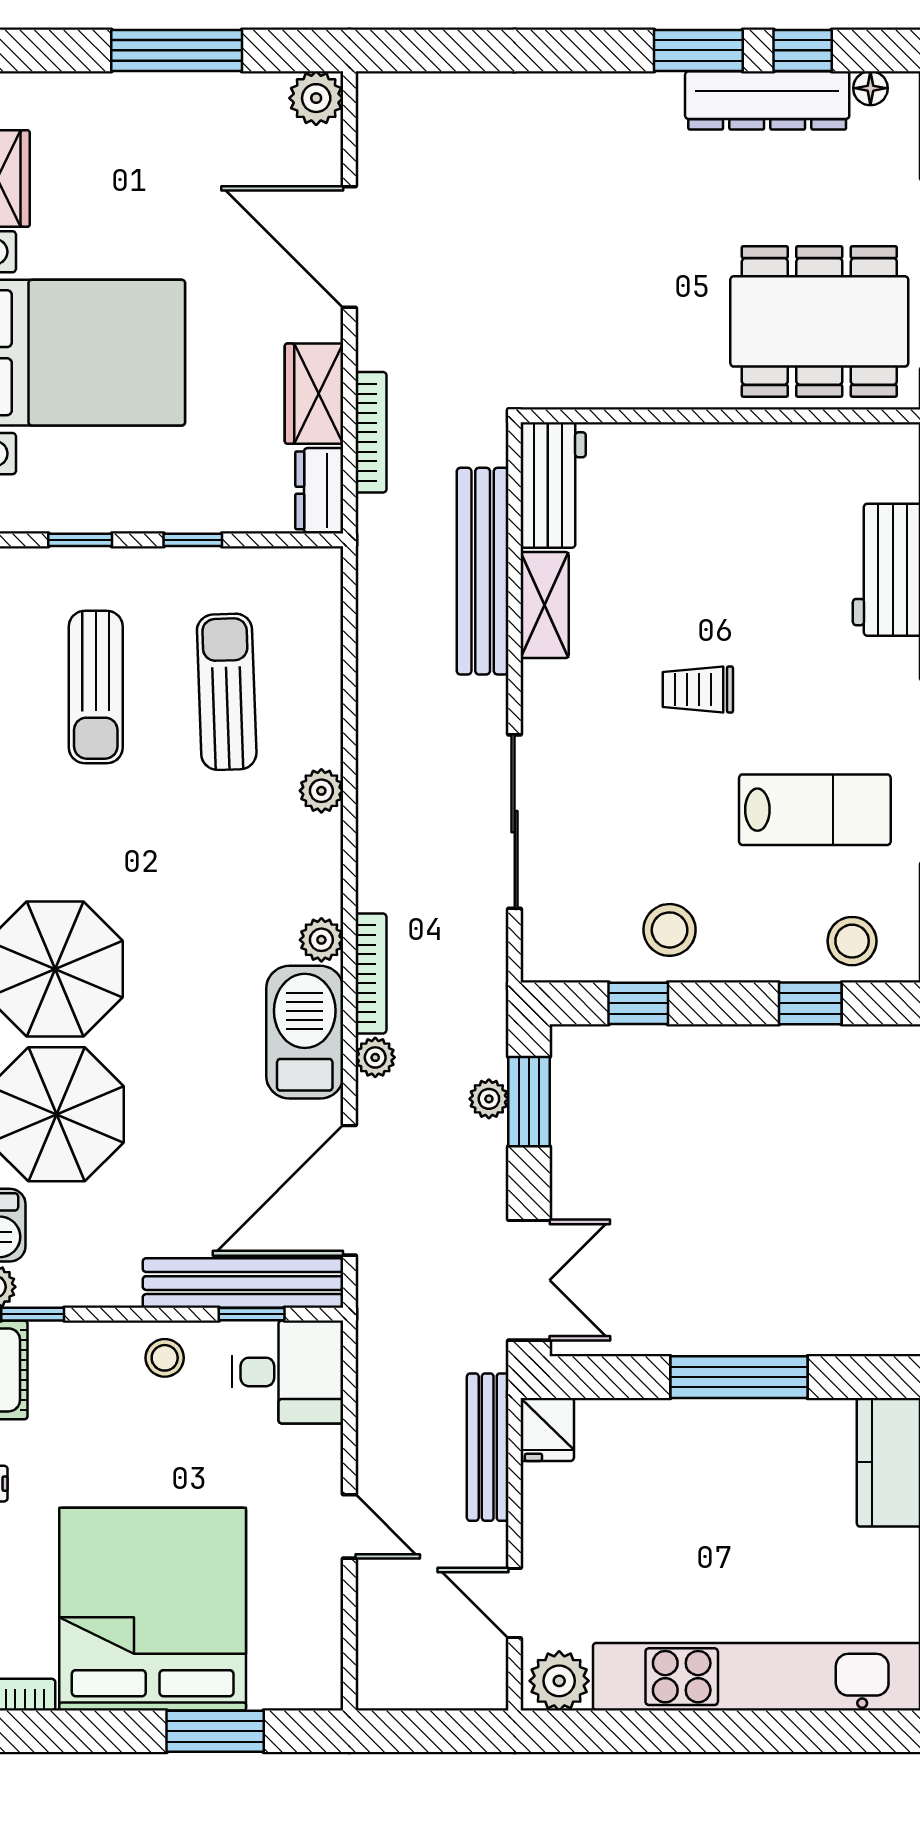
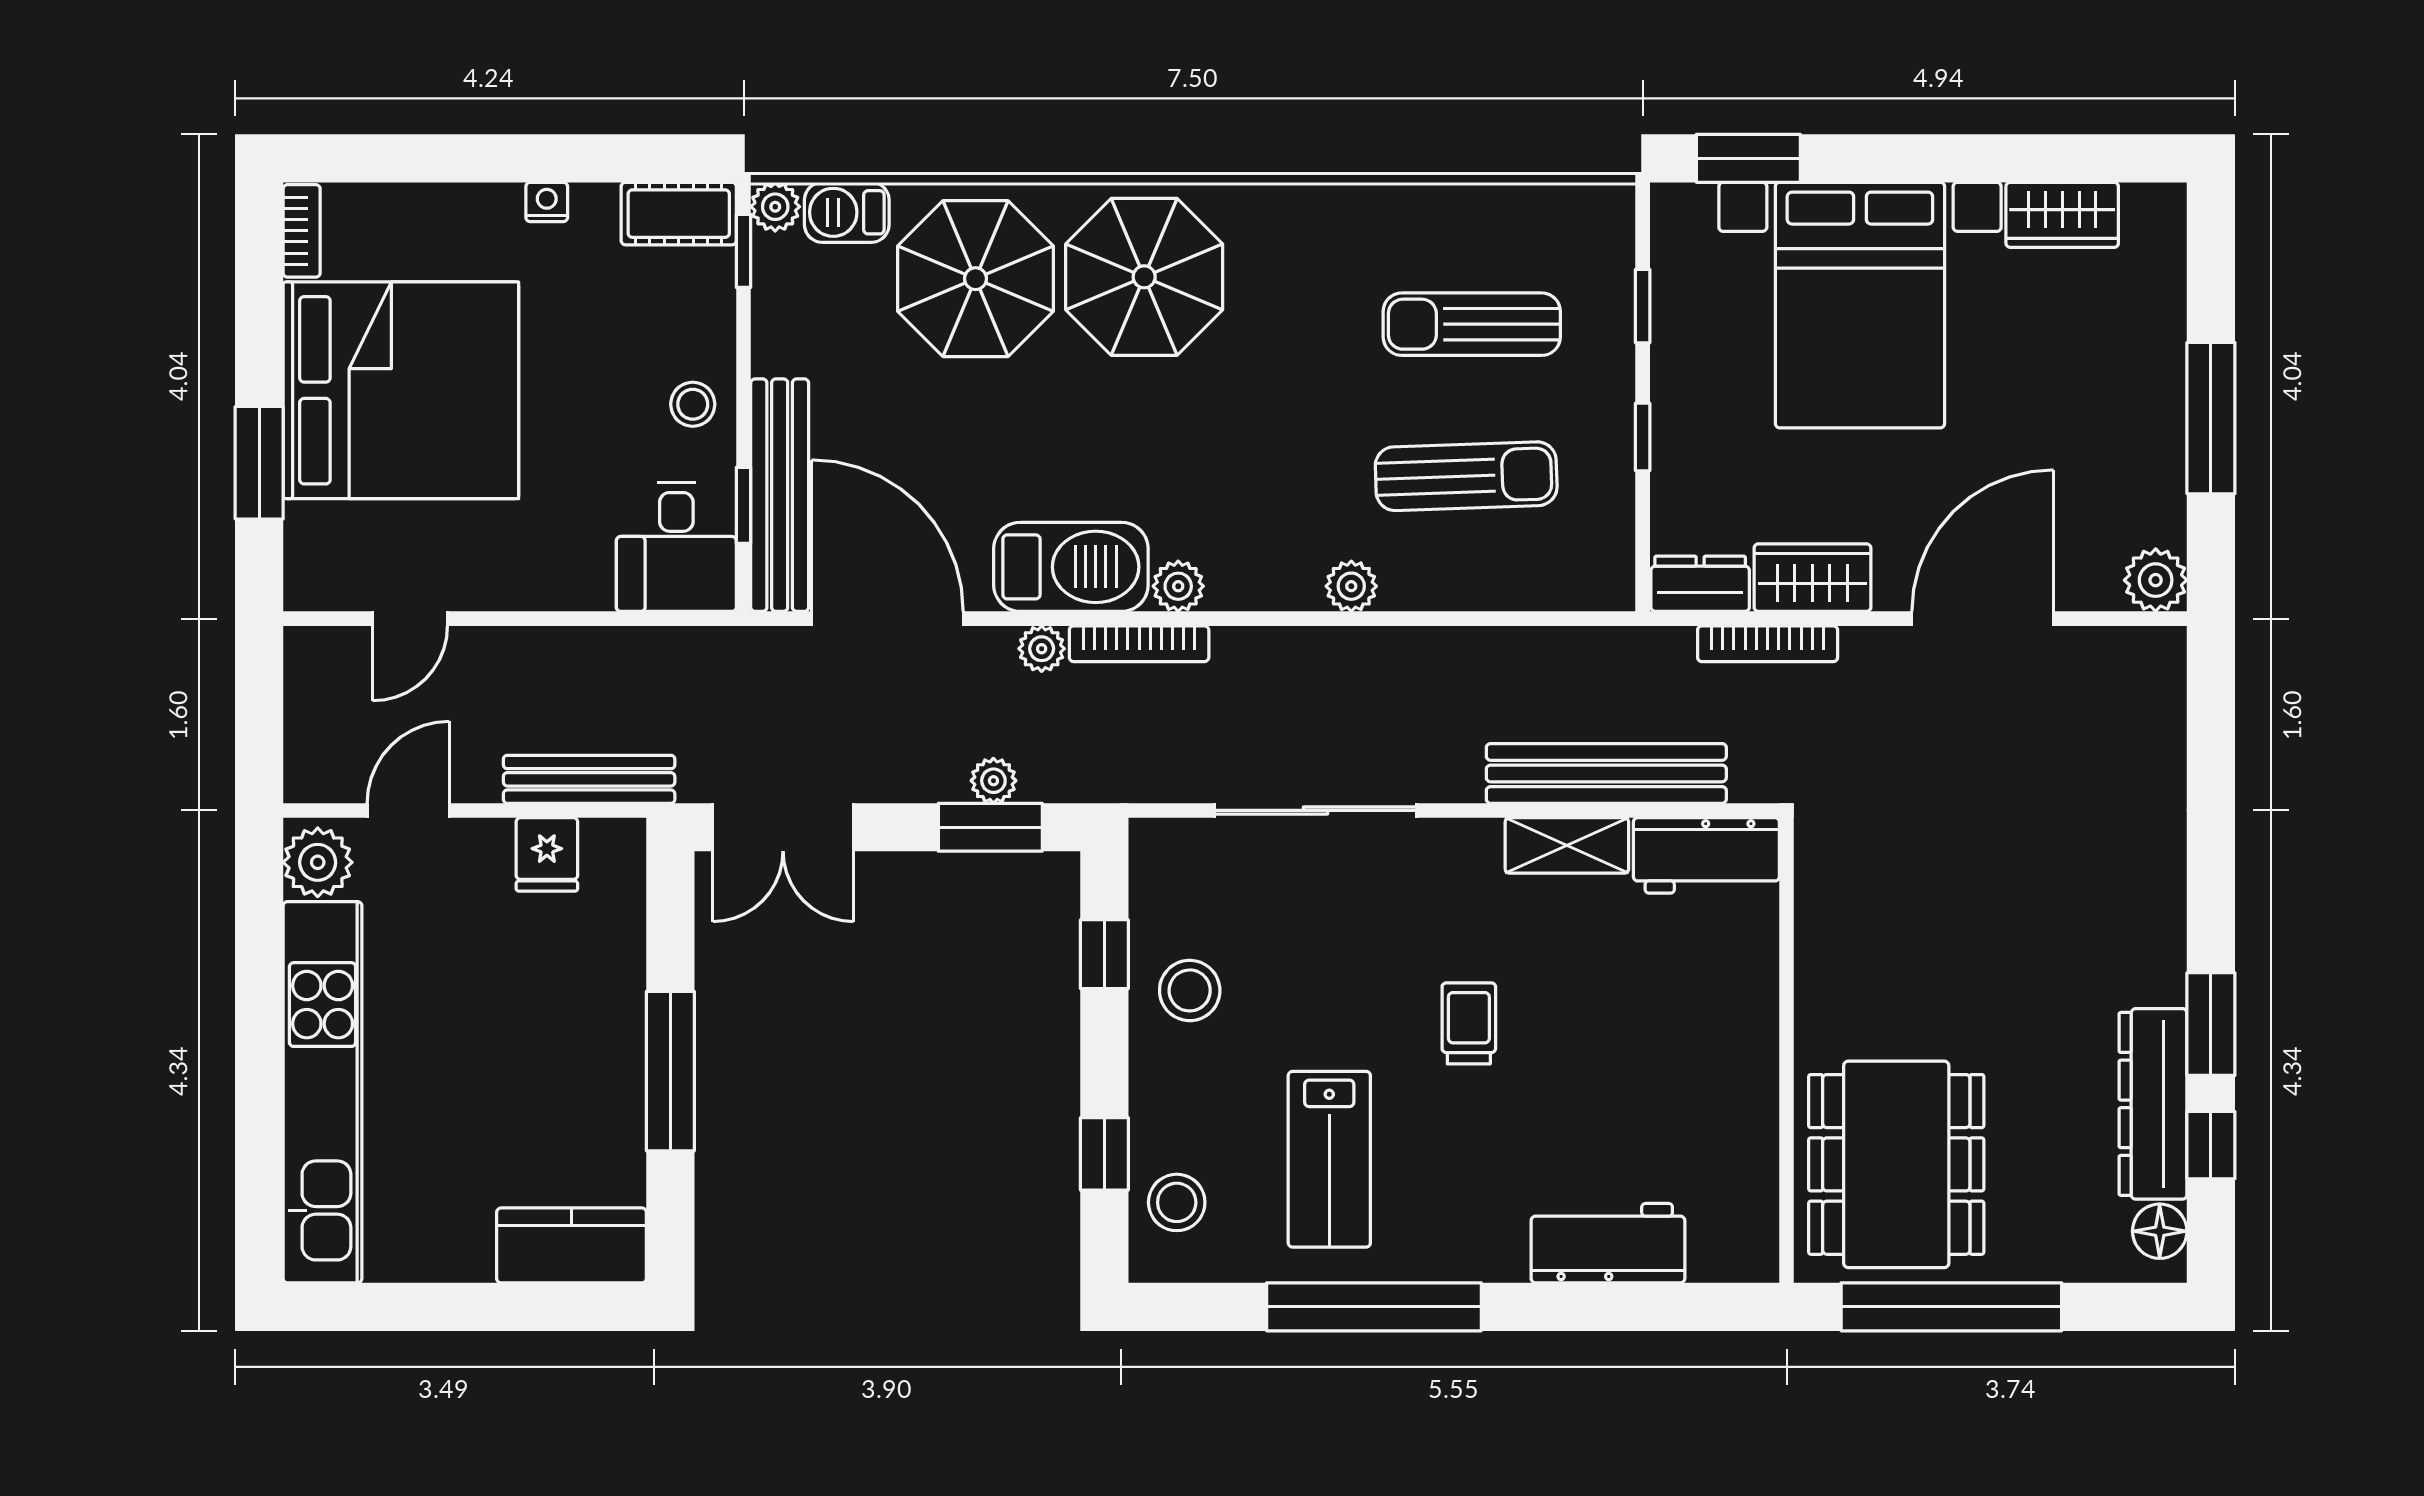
floor lamp: (870, 88) -> (2160, 1231), width x1.37, depth x1.37
fridge: (547, 1429) -> (547, 854), moved, turned -90
door: (349, 1526) -> (410, 619), moved

